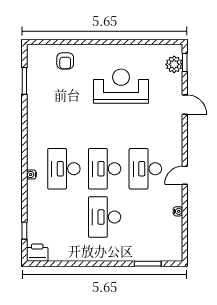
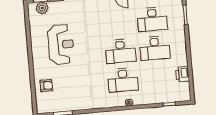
reception desk: (121, 86) -> (61, 44), turned 180
desk: (145, 169) -> (152, 19), moved
printer: (37, 253) -> (182, 74), moved

